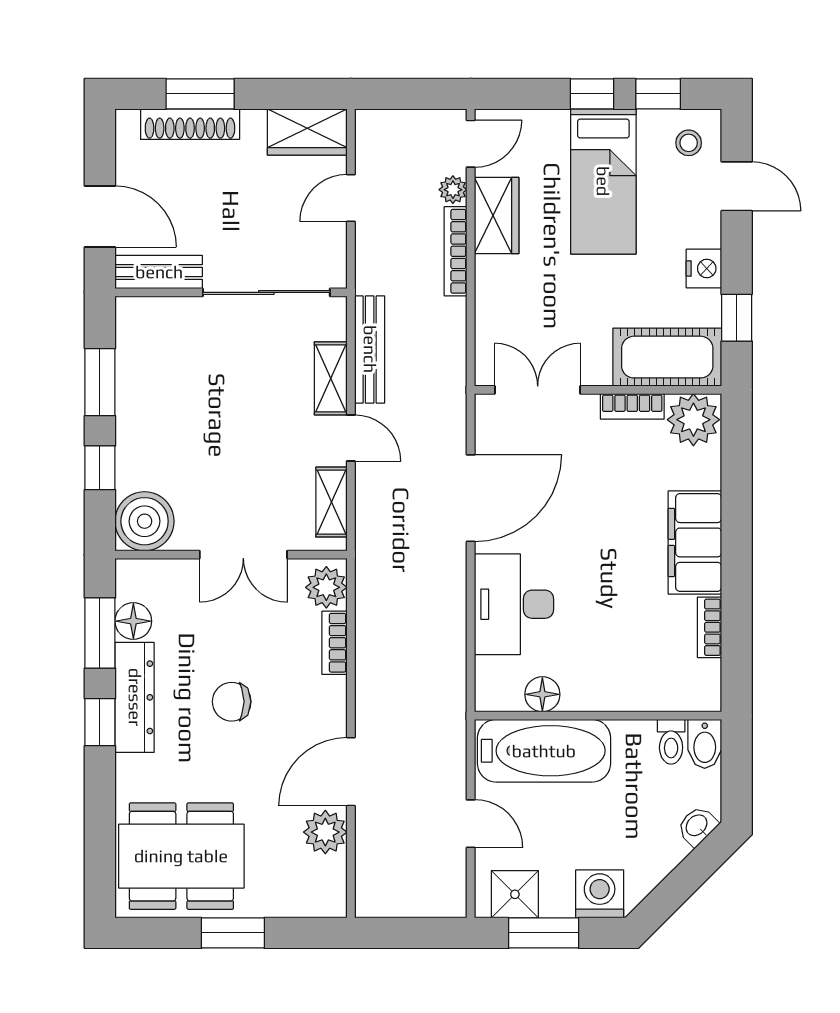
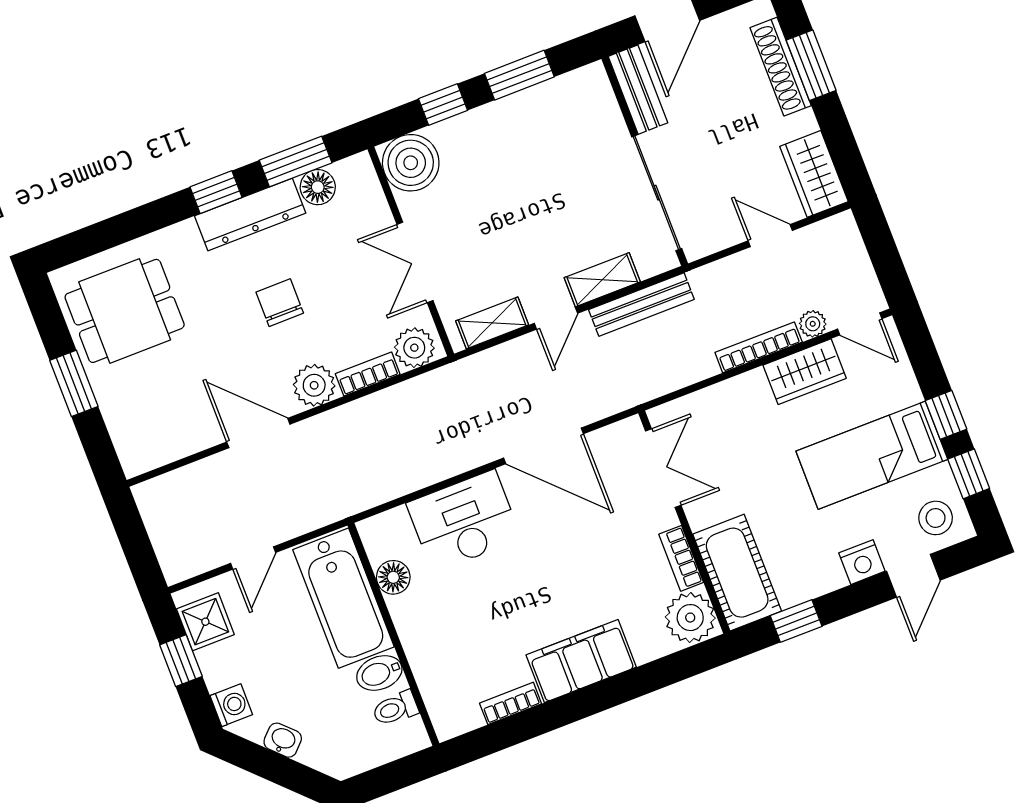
stool: (689, 143) -> (936, 518), width x1.37, depth x1.37
nightstand: (704, 268) -> (862, 562), moved
bidet: (705, 744) -> (379, 673), moved
washbasin: (697, 826) -> (283, 740), moved
plant: (325, 832) -> (314, 385), moved
dining table: (181, 856) -> (125, 311), width x0.73
washing machine: (600, 894) -> (231, 705), width x0.73, depth x0.73
window: (544, 933) -> (181, 661), width x0.67

